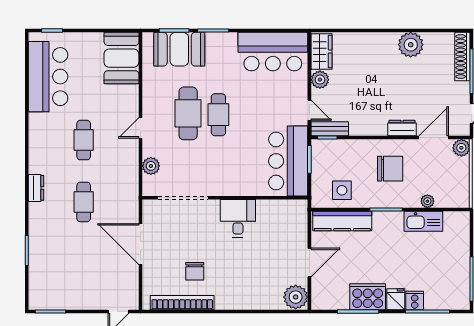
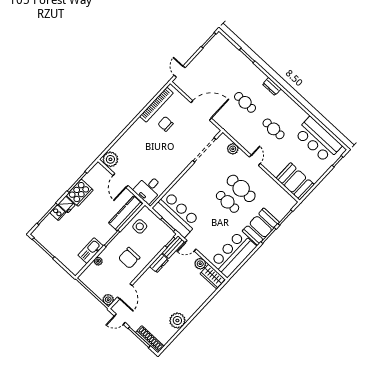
booth: (179, 49) -> (261, 227), moved
dresser: (402, 128) -> (159, 263), moved
desk: (238, 218) -> (148, 189), moved, turned 90

